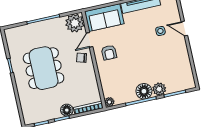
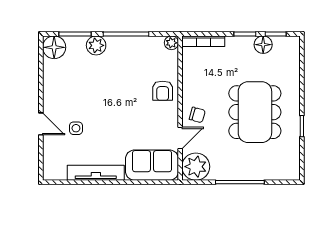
armchair: (109, 53) -> (163, 91), moved, turned 180
floor lamp: (144, 91) -> (54, 47), moved
floor lamp: (67, 110) -> (263, 45), moved

